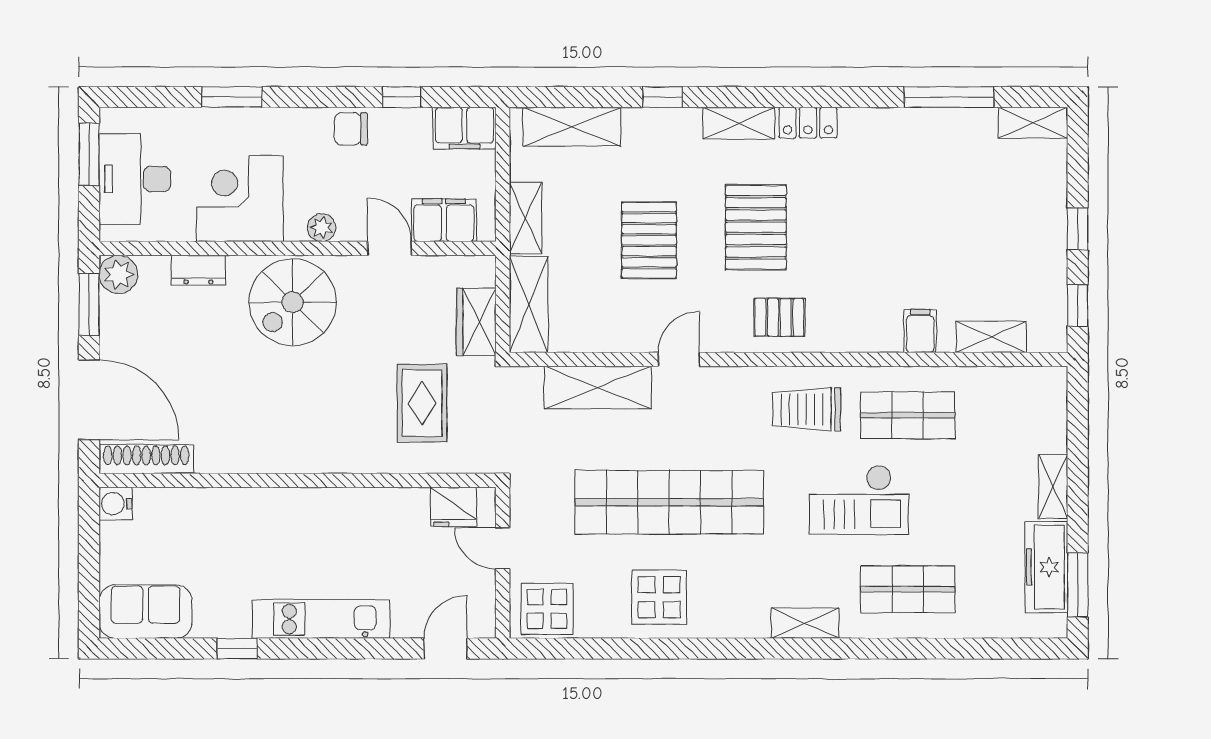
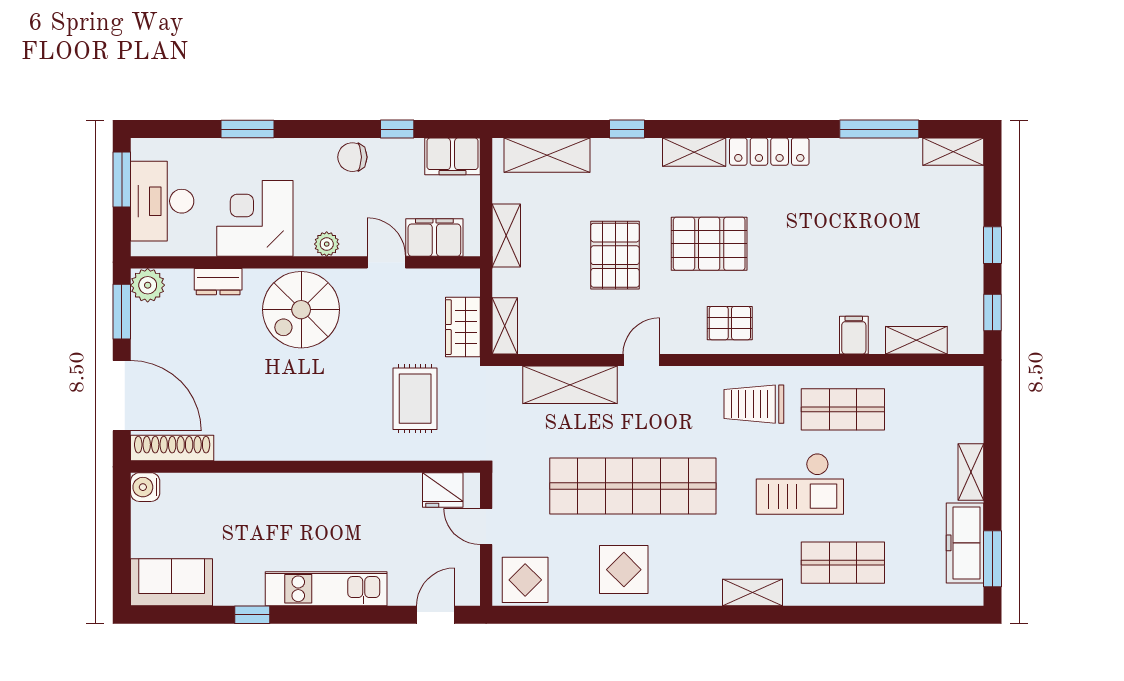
locker: (808, 123) -> (769, 152), width x1.53
pallet: (756, 227) -> (709, 244), turned 90
shelving: (529, 305) -> (505, 326), width x0.67, depth x0.75

